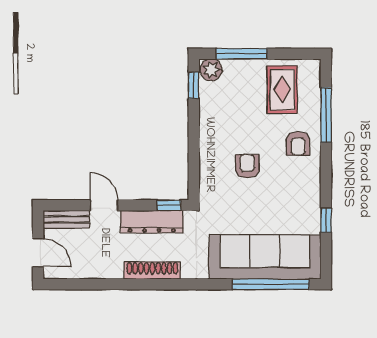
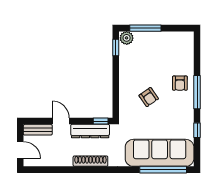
rug: (282, 90) -> (170, 50), removed
window: (326, 115) -> (197, 92), moved
armchair: (247, 166) -> (149, 97), turned 145

